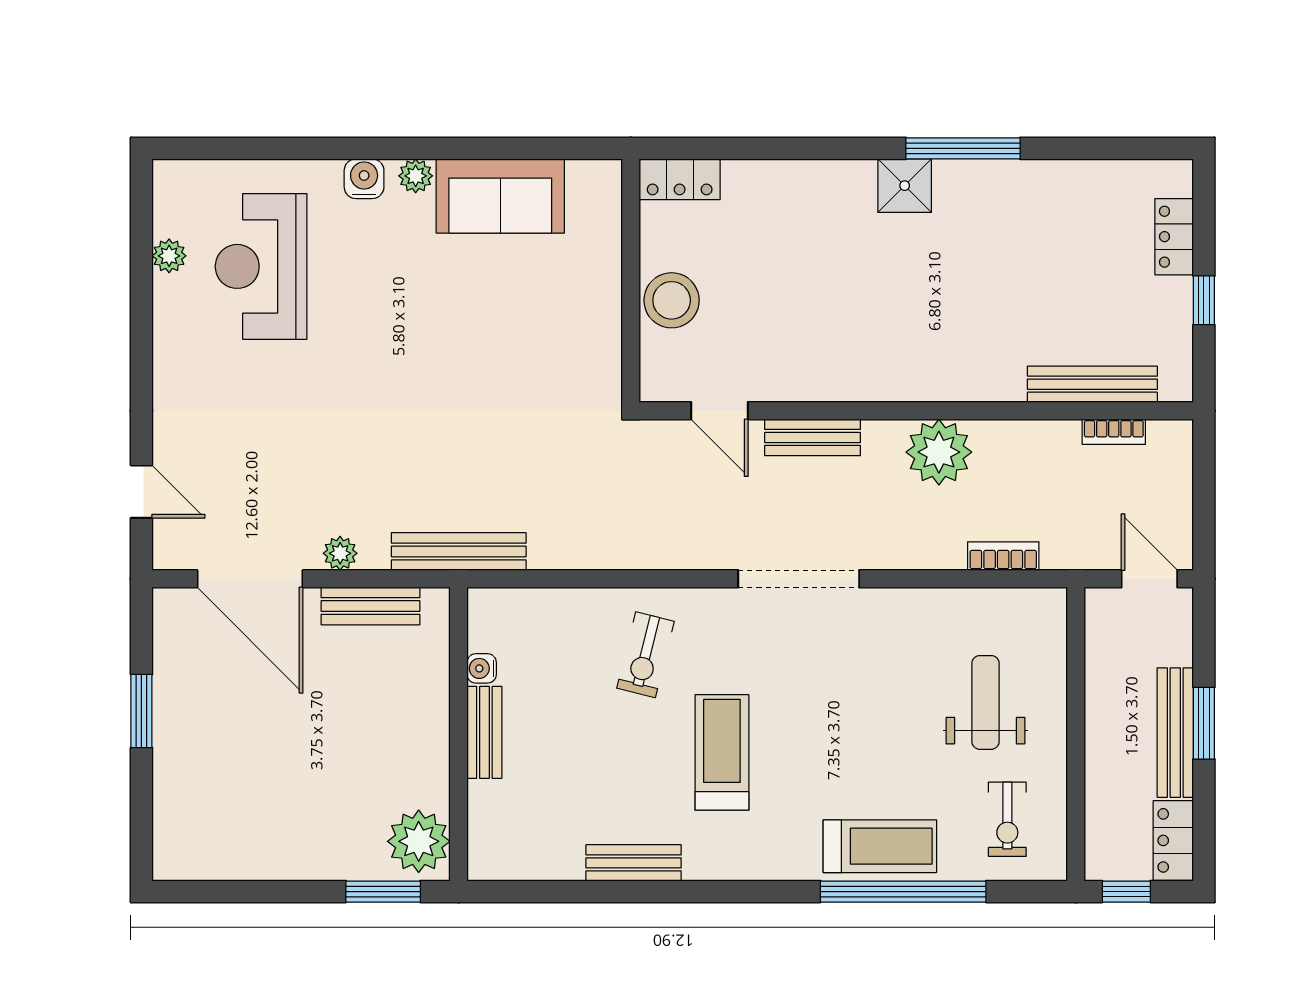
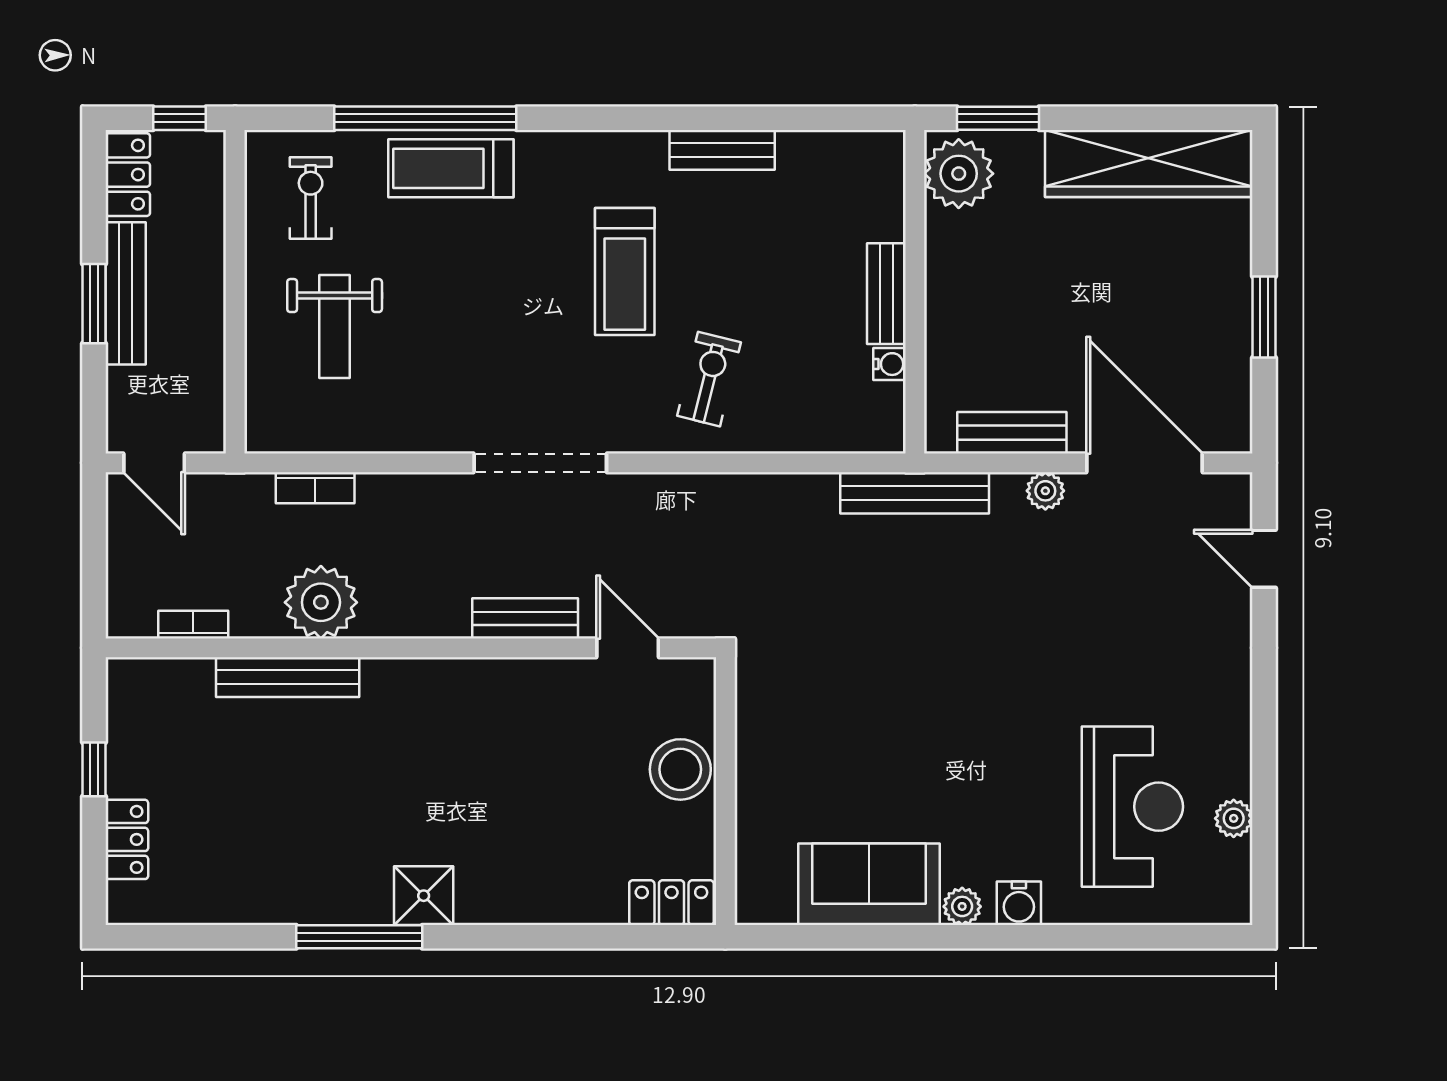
bench: (1092, 384) -> (288, 677), moved
plant: (939, 452) -> (321, 602), moved
wardrobe: (246, 851) -> (1149, 163), added

